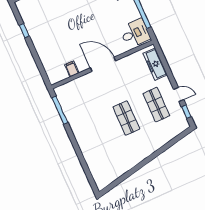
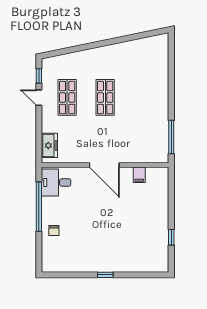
freezer: (155, 64) -> (49, 145), width x0.71

